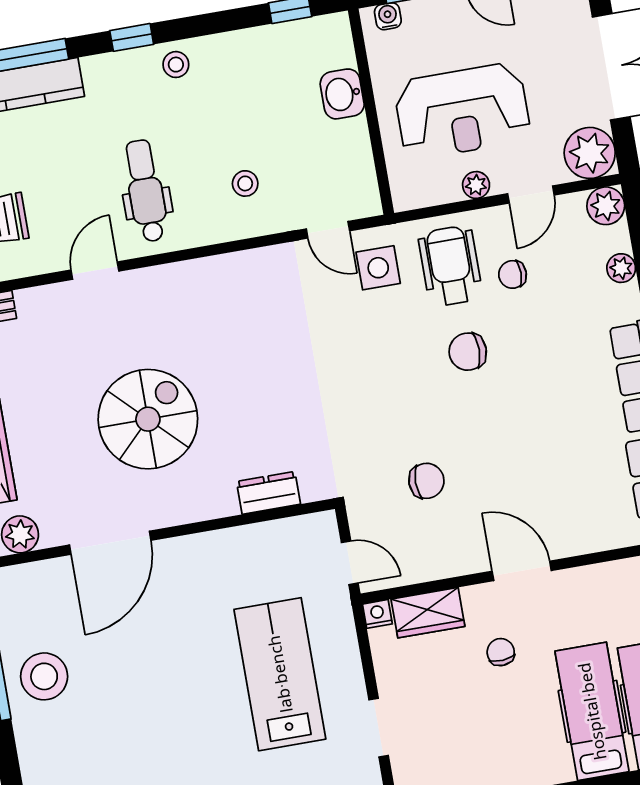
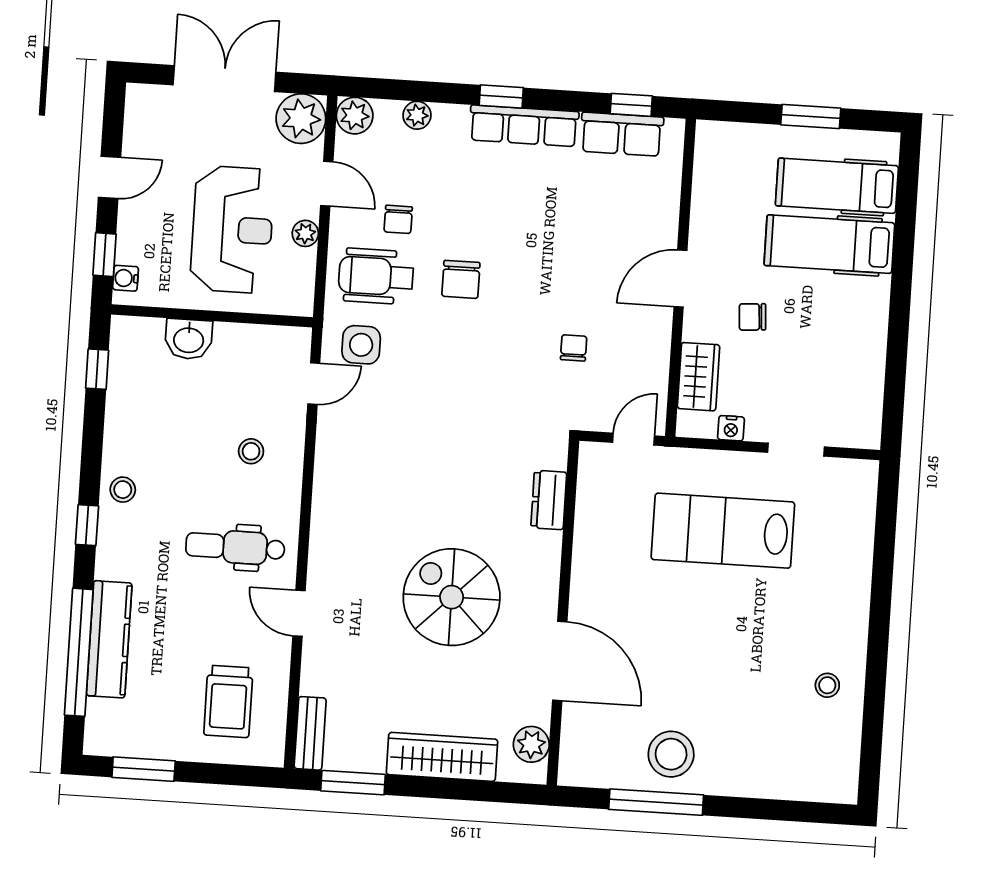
chair: (426, 481) -> (574, 348), width x0.73, depth x0.73
nightstand: (377, 614) -> (731, 428), moved, turned -90

